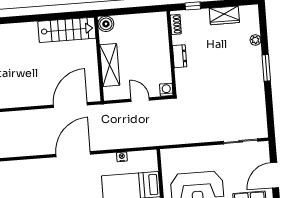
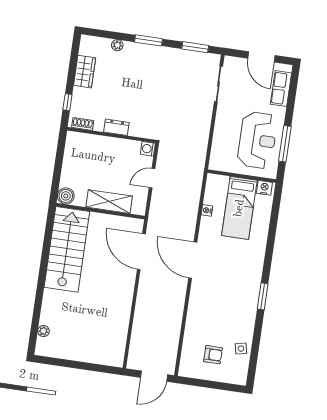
stairs: (67, 30) -> (67, 249), width x1.36, depth x1.51
window: (270, 112) -> (195, 47), added

